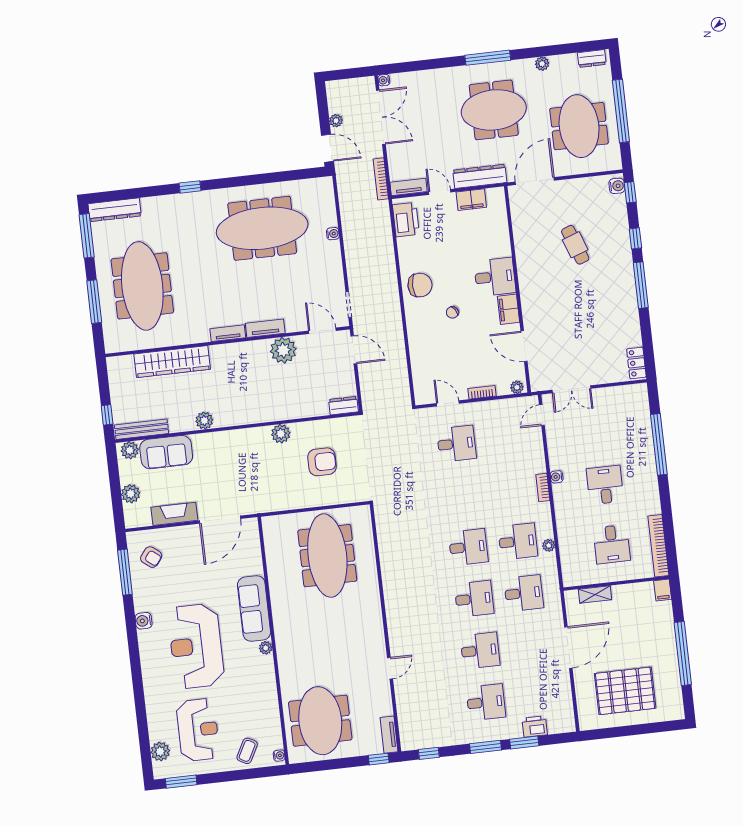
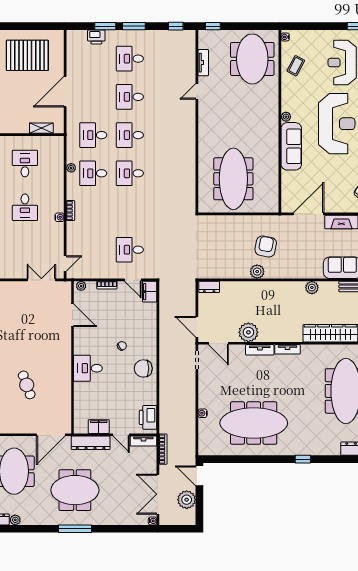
plant: (542, 64) -> (15, 520), moved
plant: (336, 121) -> (187, 500), width x1.88, depth x1.88
filing cabinet: (508, 309) -> (150, 292), moved, turned 180
armchair: (322, 462) -> (266, 246), moved, turned 101
tv unit: (389, 735) -> (203, 63), moved
coffee table: (247, 751) -> (296, 66), moved

